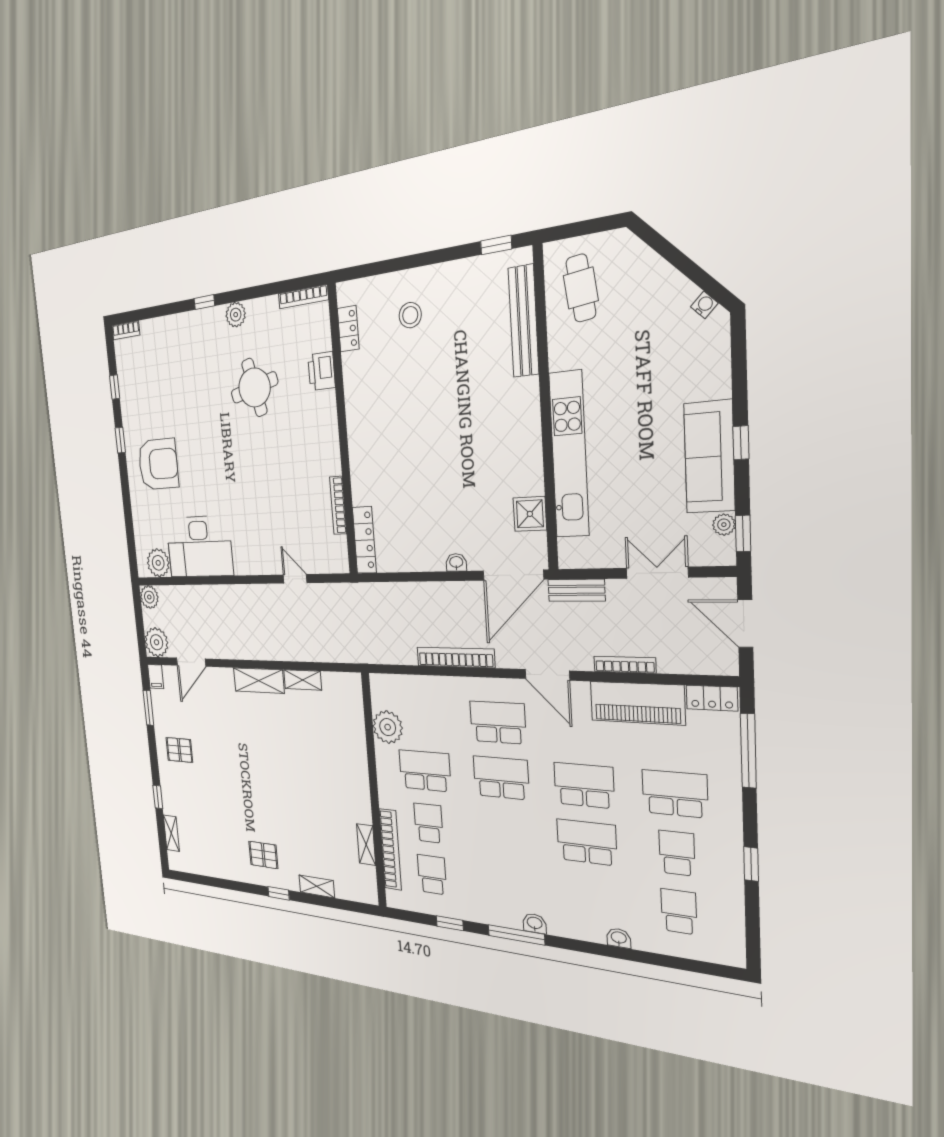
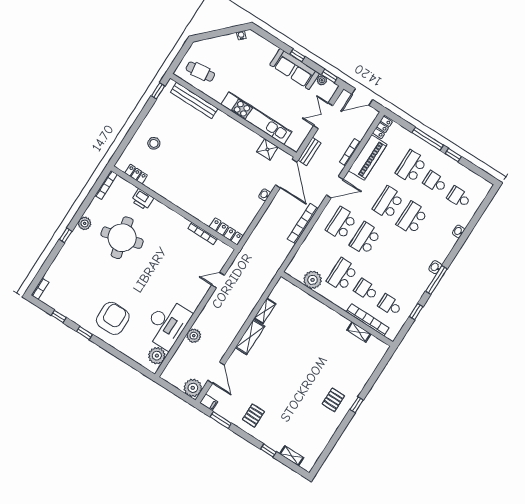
round table: (254, 387) -> (122, 238), width x1.36, depth x1.36
plant: (149, 597) -> (194, 336), moved
window: (748, 751) -> (428, 139), moved
shelving: (317, 886) -> (365, 377), removed

